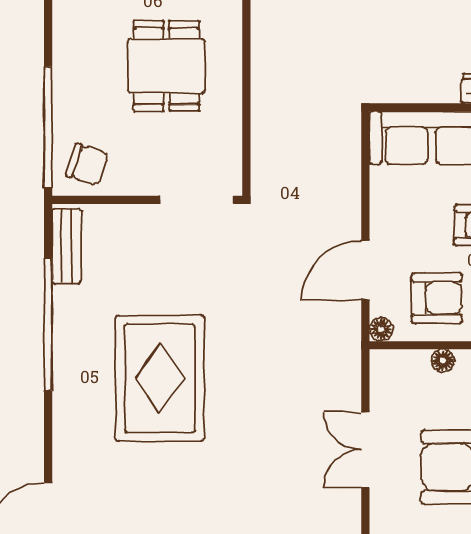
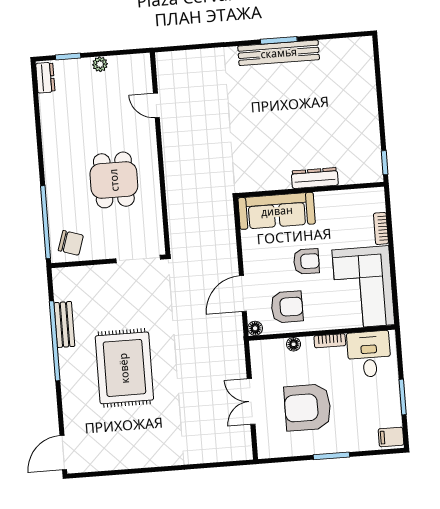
bench: (66, 246) -> (64, 324), moved

